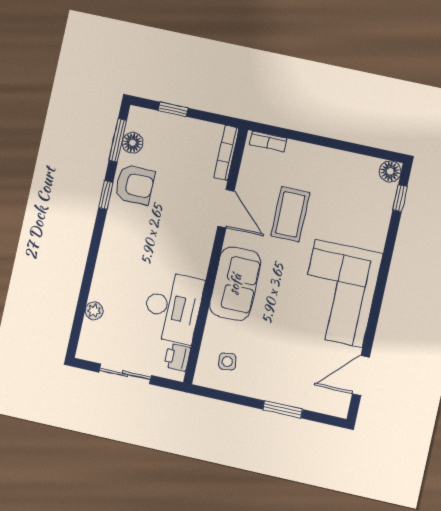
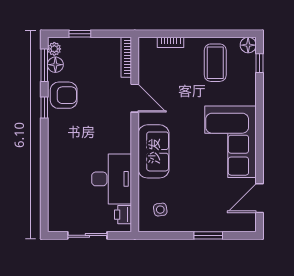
bookcase: (268, 142) -> (171, 42), moved
coffee table: (290, 214) -> (215, 63), moved
plant: (94, 311) -> (54, 49), moved

